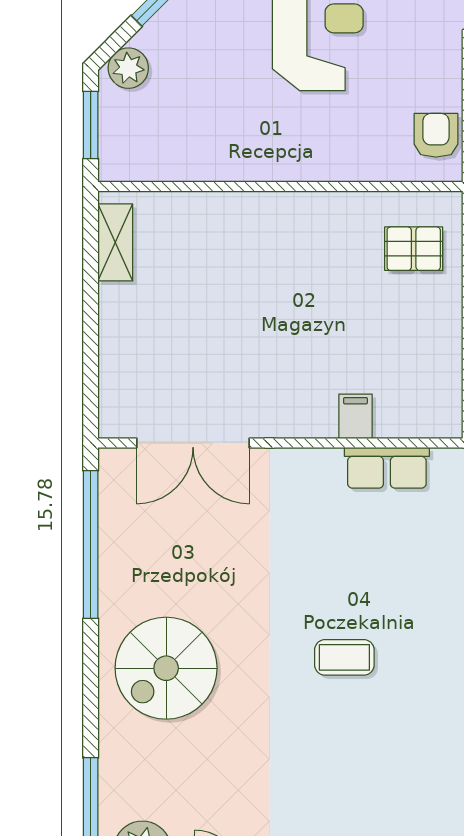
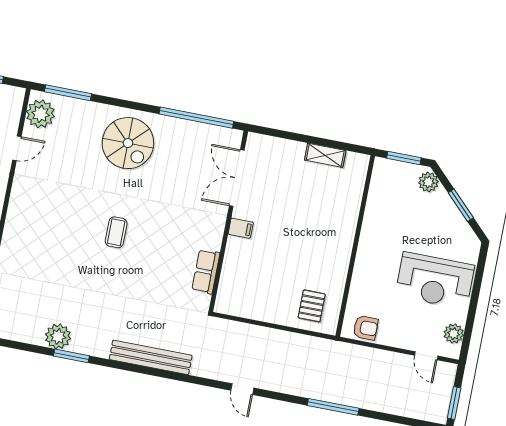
shelving: (115, 242) -> (325, 155), moved
filing cabinet: (356, 416) -> (241, 228), moved
spiral stairs: (166, 668) -> (128, 143), turned 180

